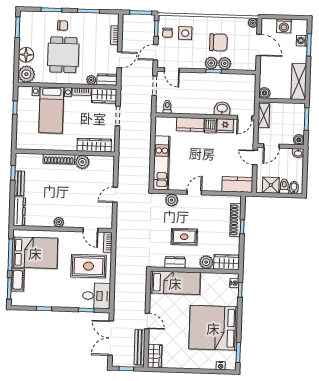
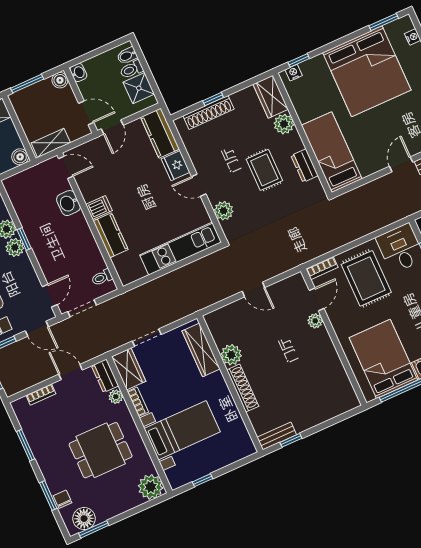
chair: (63, 26) -> (62, 499), moved
floor lamp: (26, 55) -> (84, 519), moved
fridge: (225, 126) -> (176, 166), moved, turned 180
bench: (19, 183) -> (277, 436), moved
dresser: (19, 211) -> (338, 407), removed
plant: (59, 222) -> (315, 321), moved

